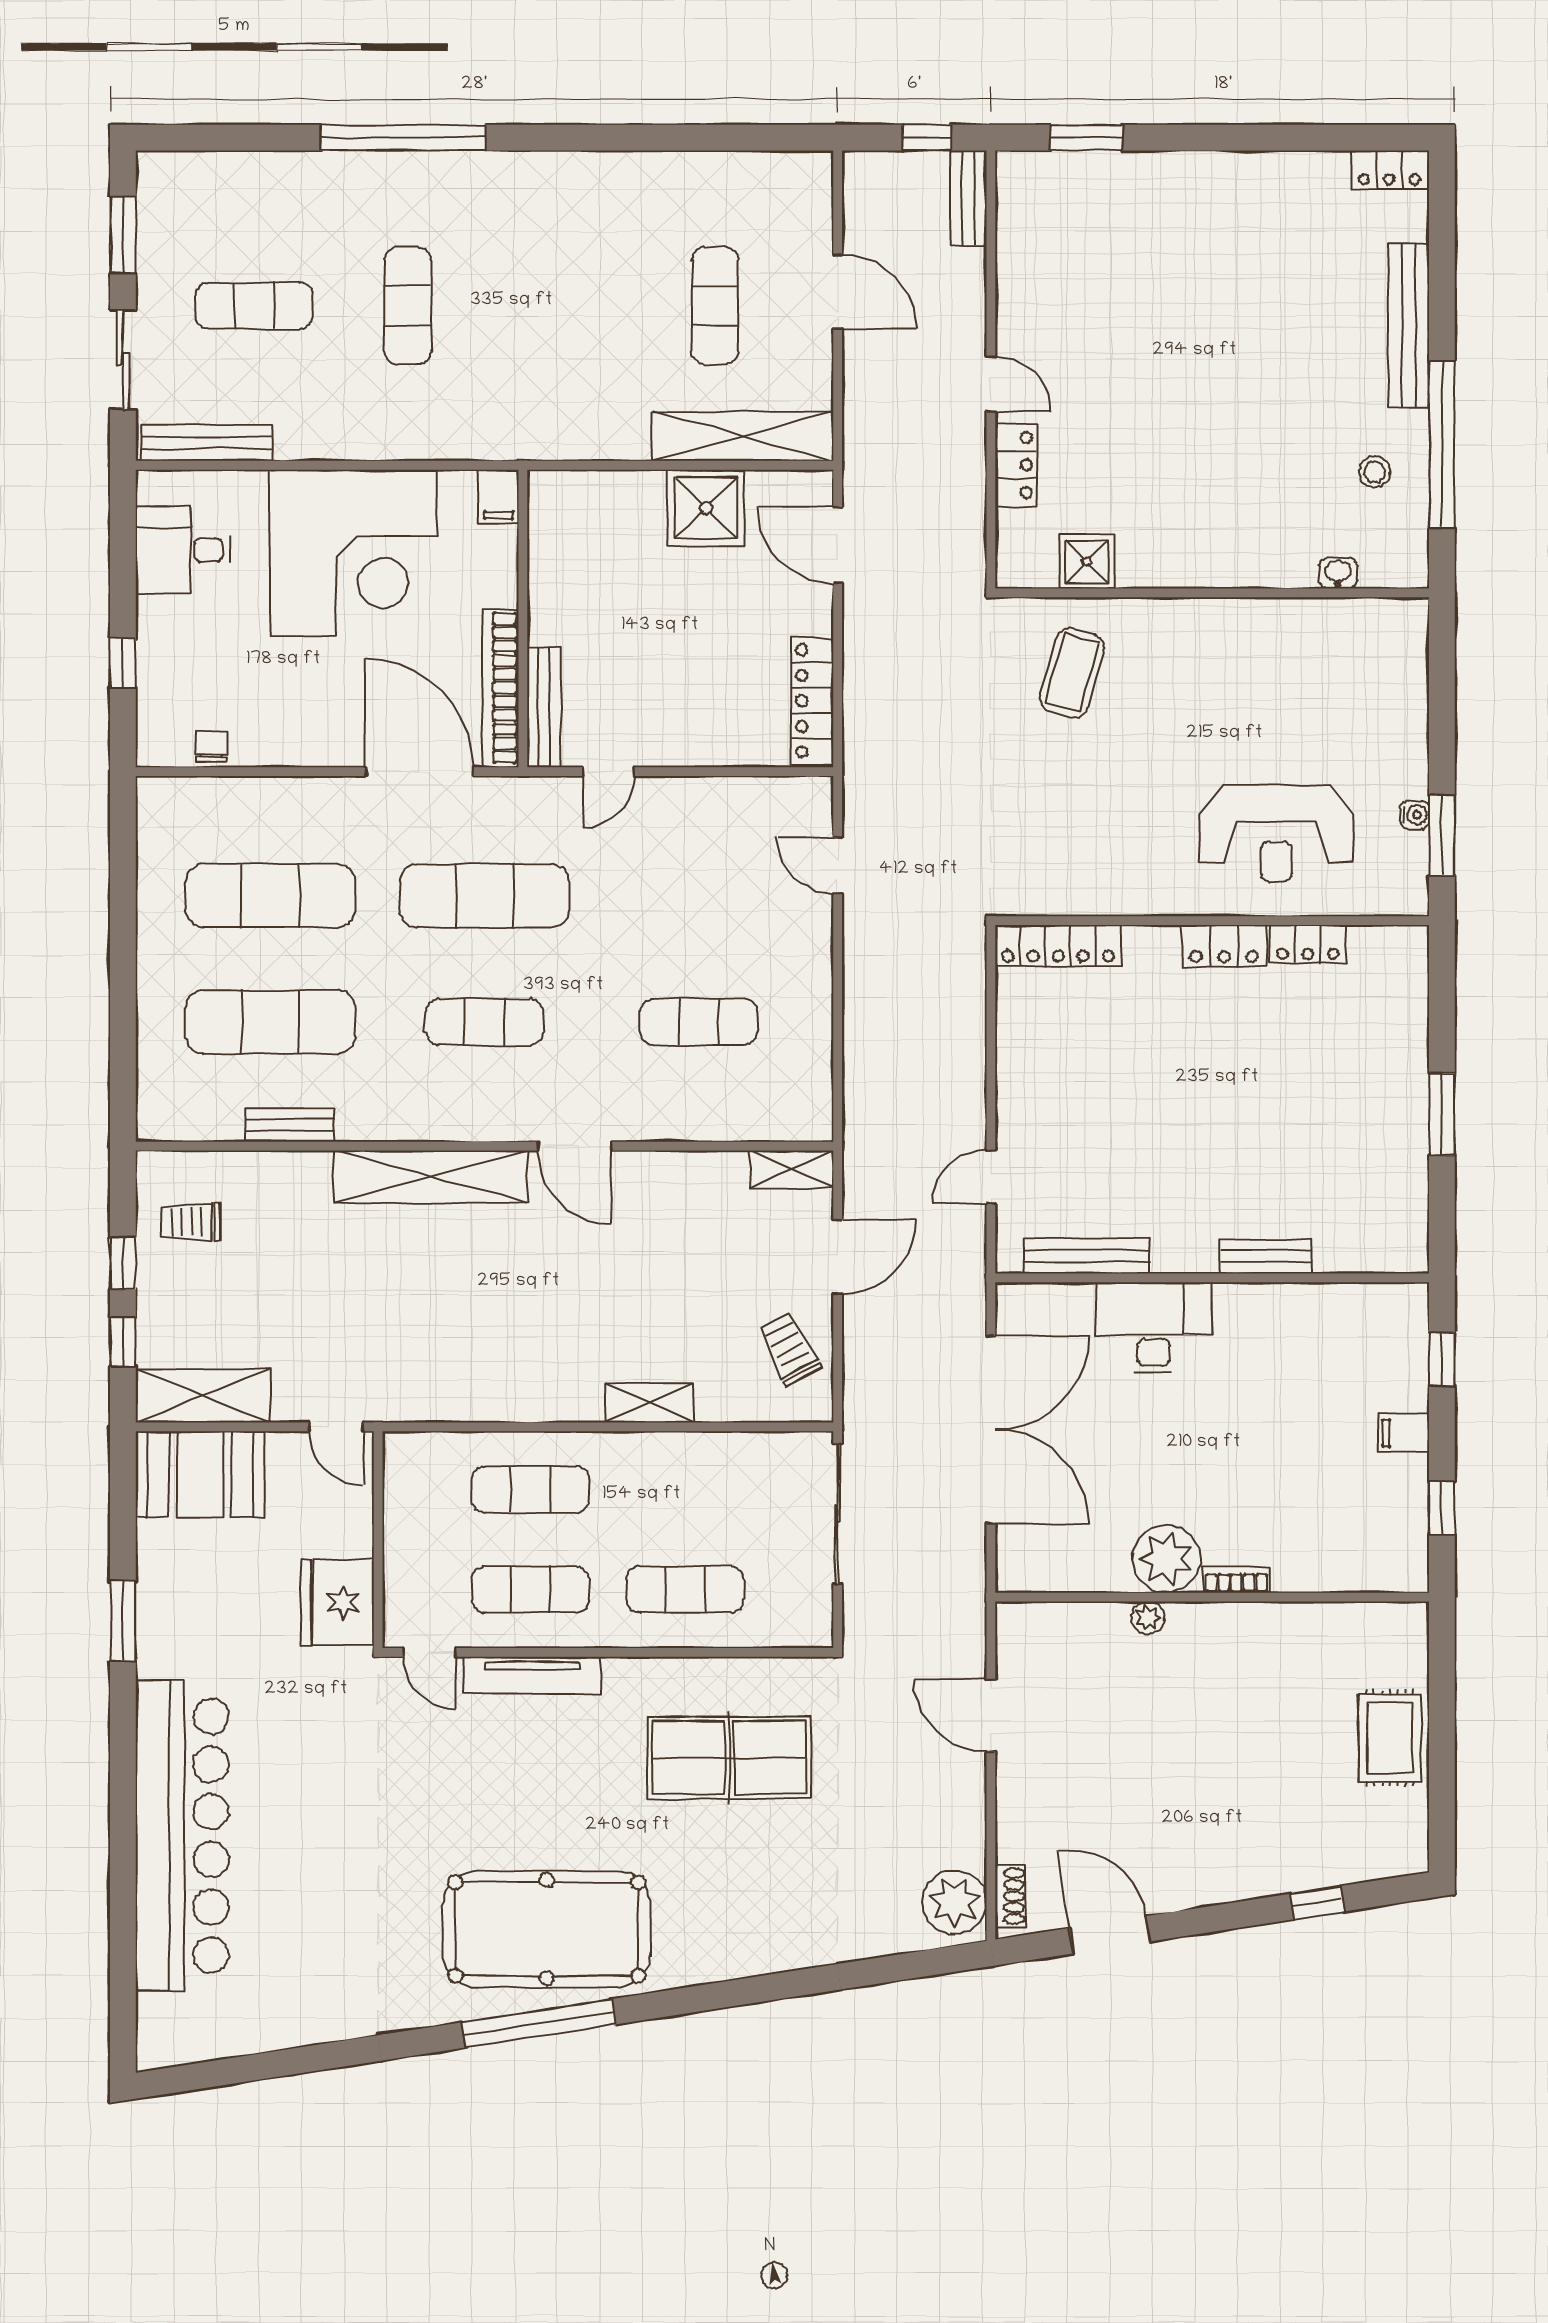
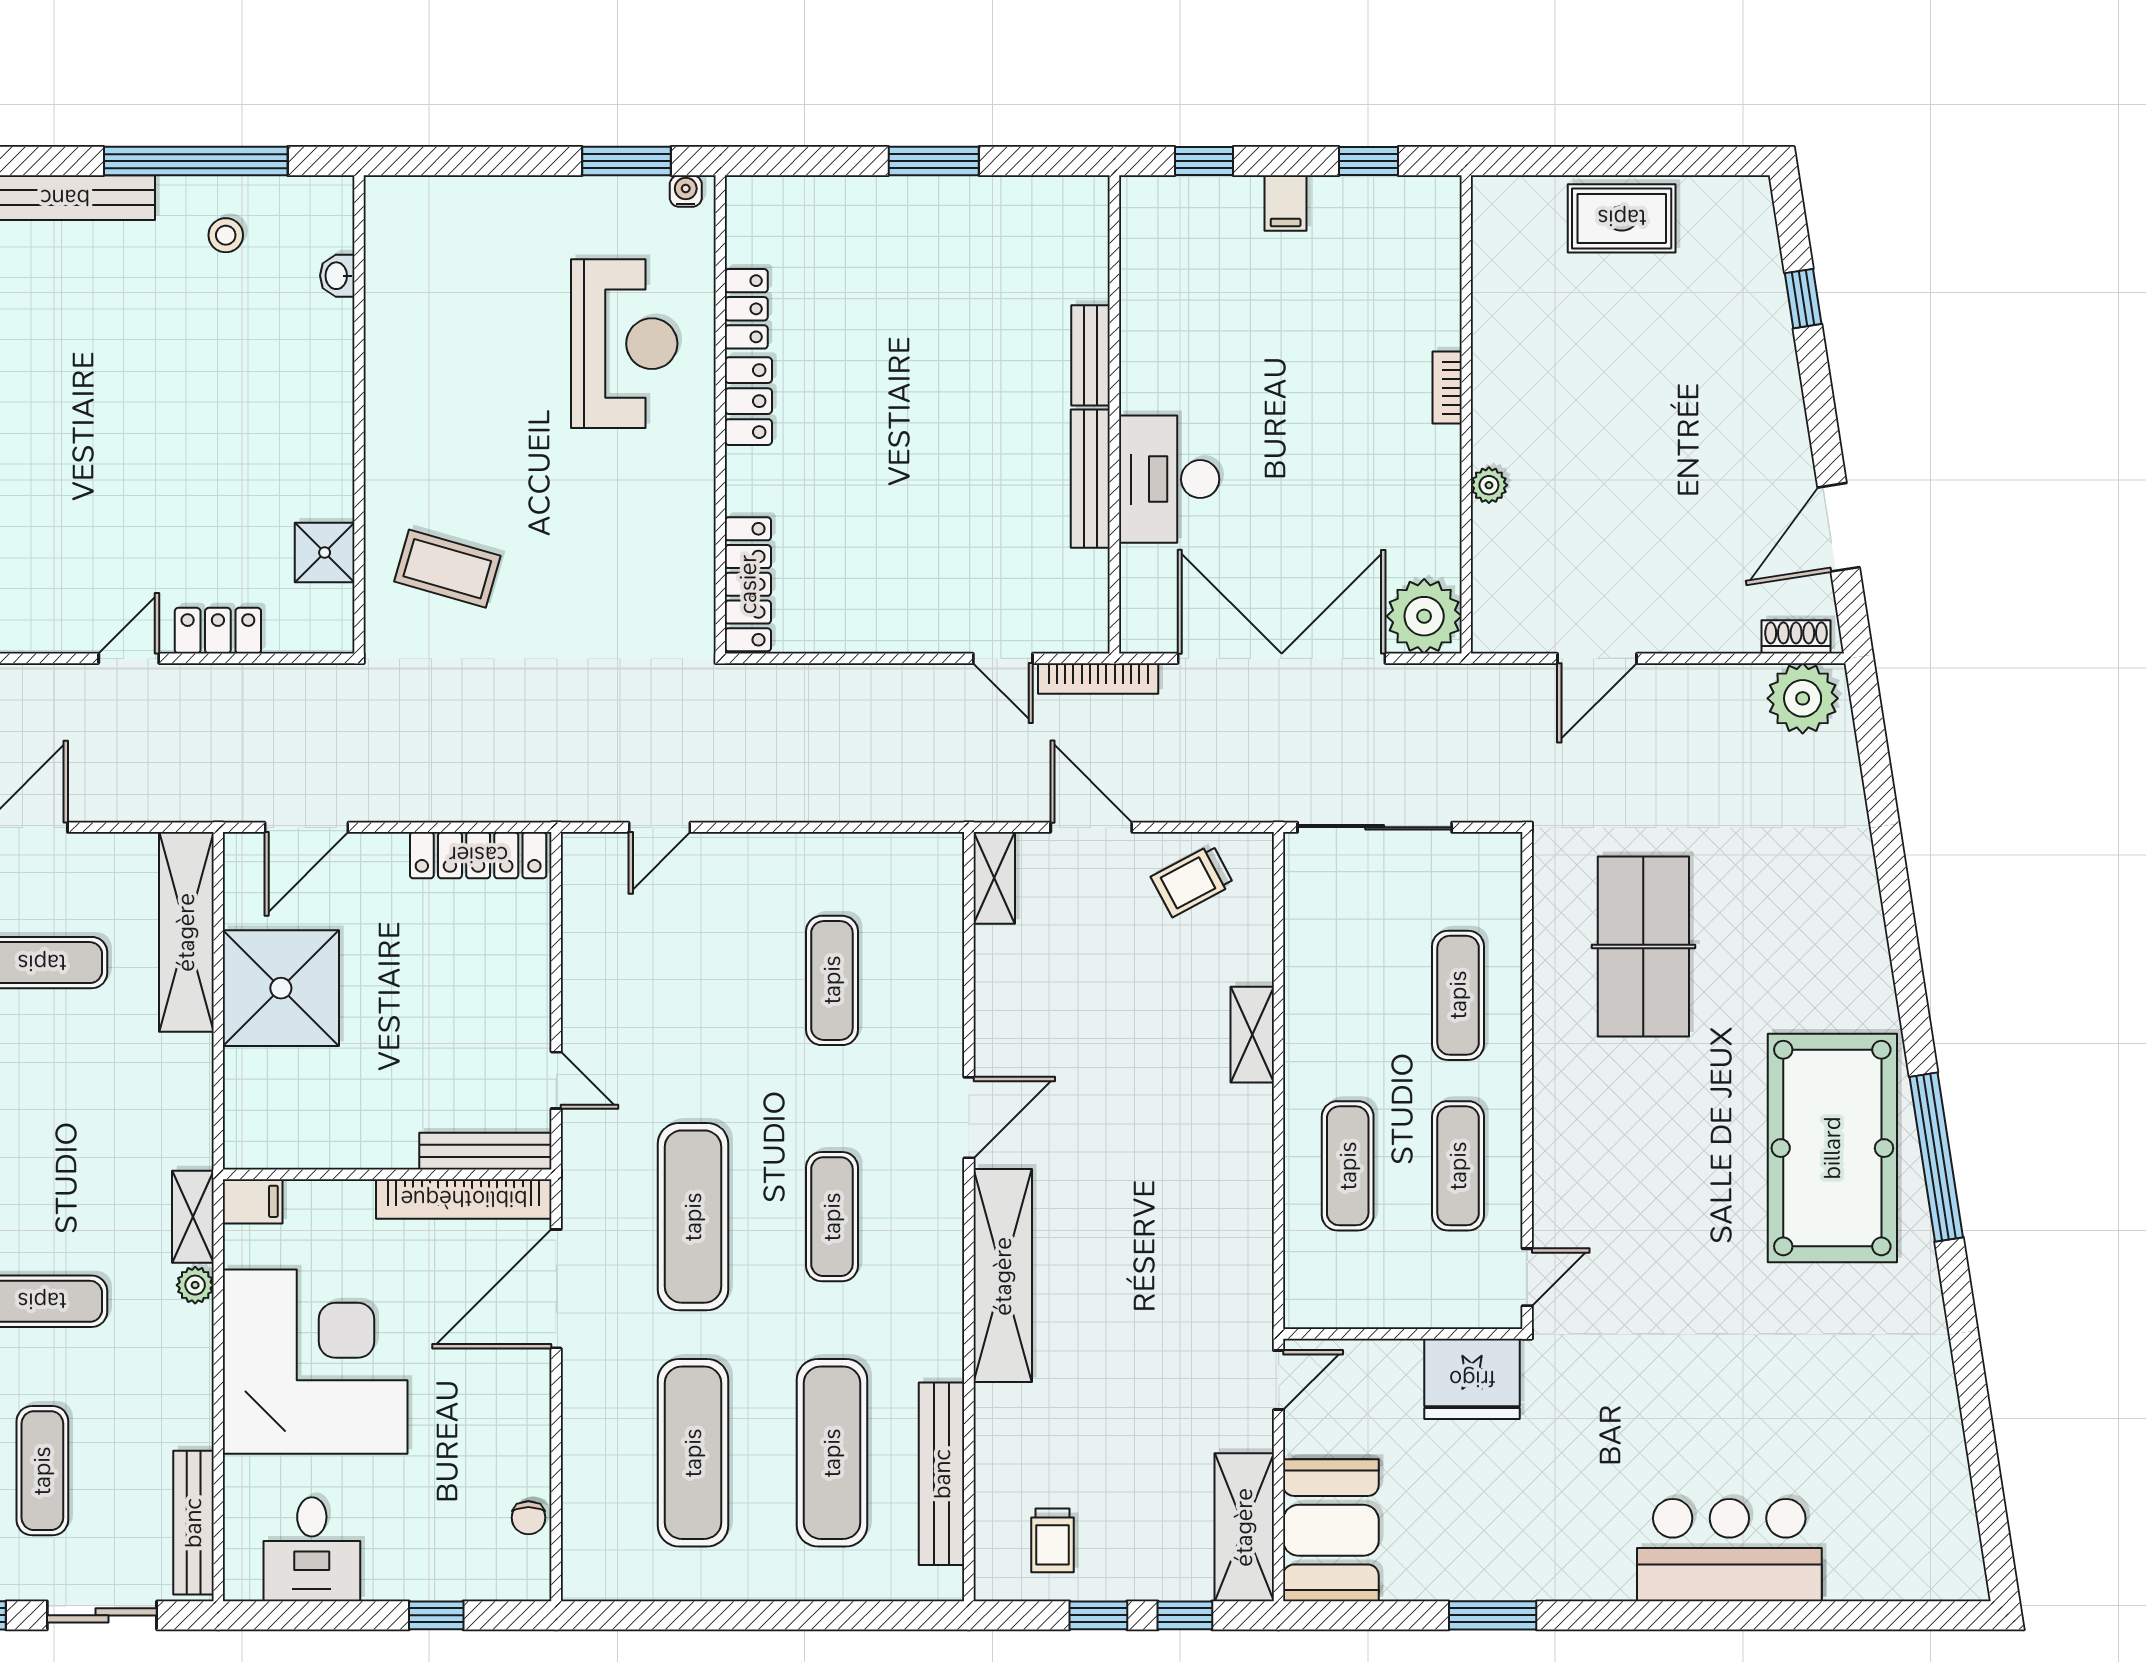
shelving: (484, 442) -> (193, 1217), added
plant: (422, 444) -> (195, 1285), added
shower: (706, 508) -> (281, 988), width x1.37, depth x1.37
chair: (211, 747) -> (528, 1518), turned -90
water cooler: (1415, 815) -> (686, 191), moved
bench: (290, 1125) -> (942, 1474), width x1.86, depth x1.21
bench: (1086, 1256) -> (1090, 479), moved
bookcase: (973, 1263) -> (1098, 678), added
plant: (1166, 1559) -> (1424, 616), moved
tv unit: (533, 1675) -> (1552, 1164), removed
bar counter: (182, 1836) -> (1729, 1550), width x0.54

